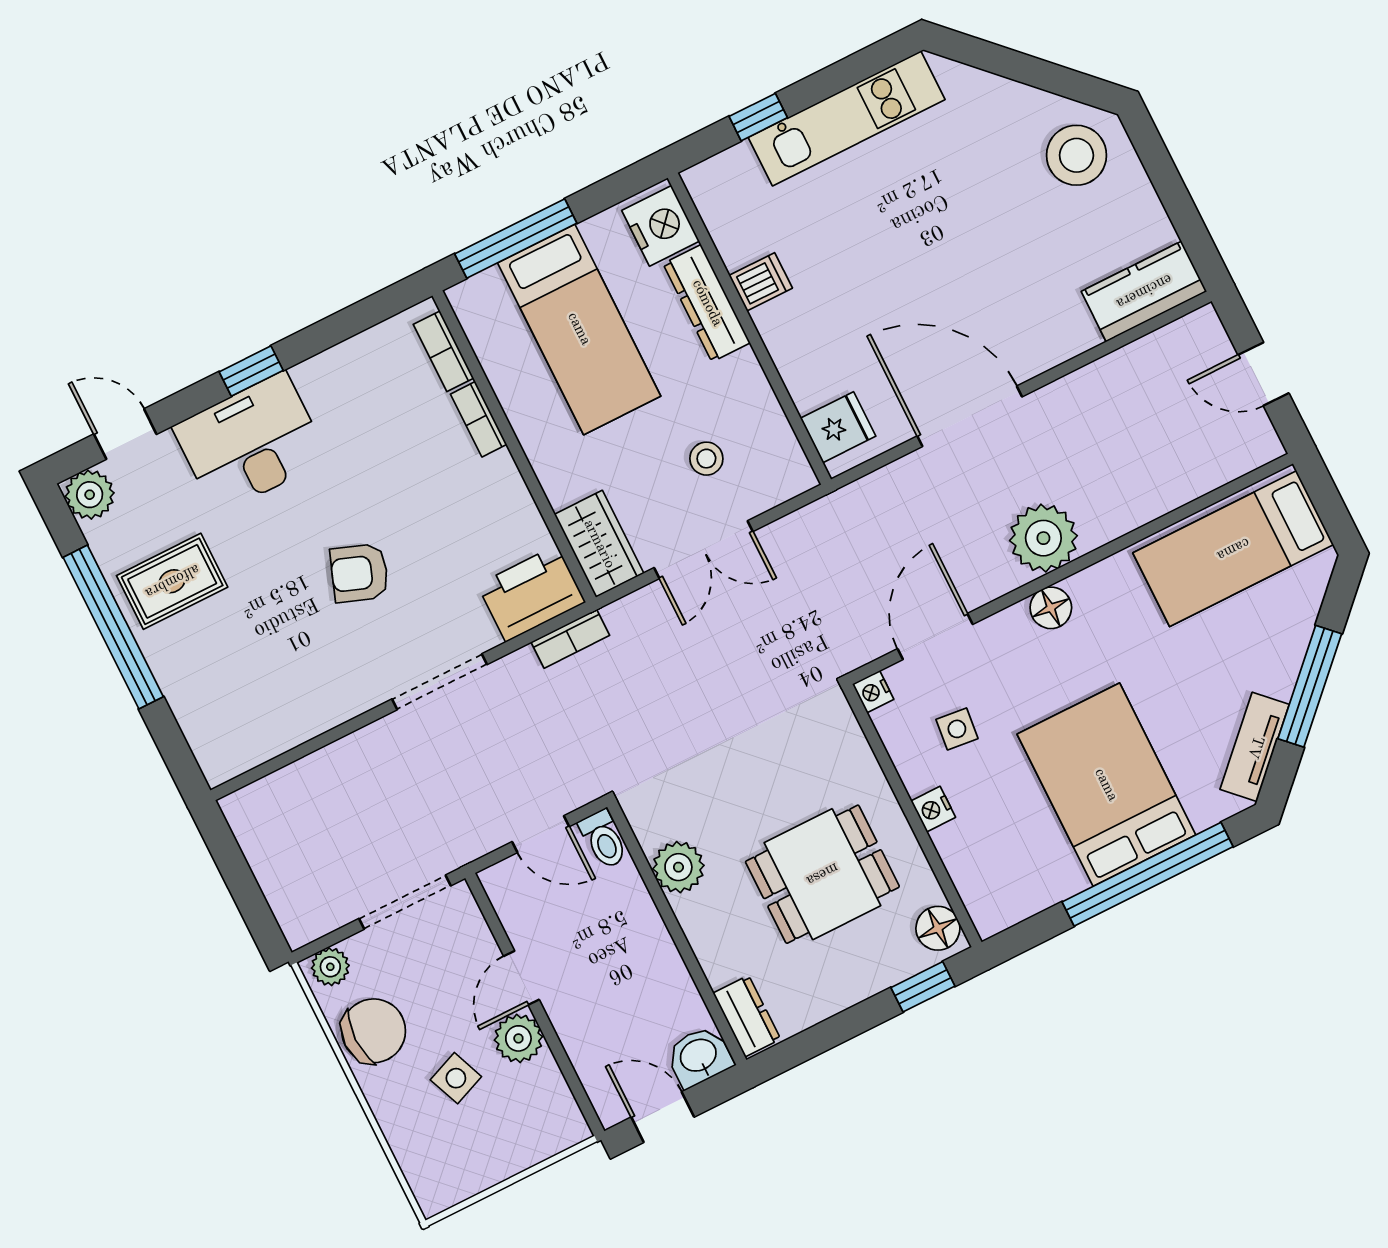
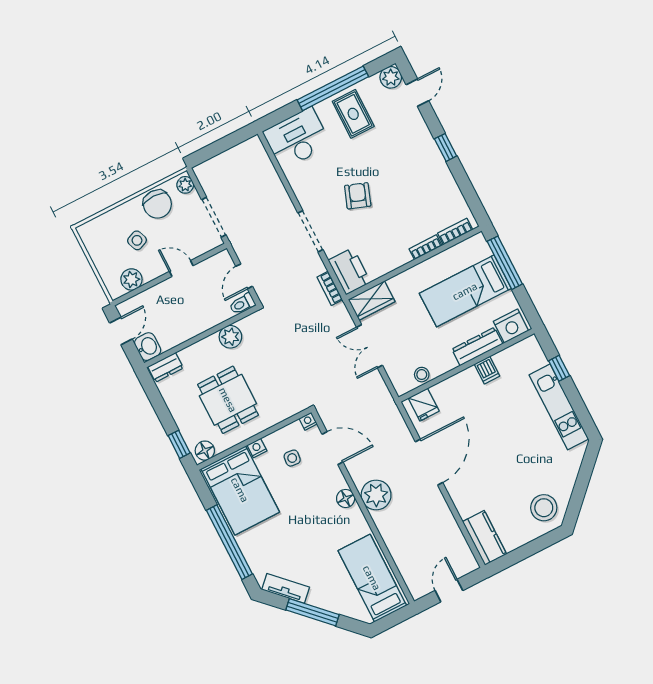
desk: (251, 443) -> (297, 138), moved, turned -90
stool: (706, 459) -> (422, 375), moved
bed: (1106, 785) -> (240, 490), moved, turned 90
plant: (518, 1038) -> (131, 279), moved

